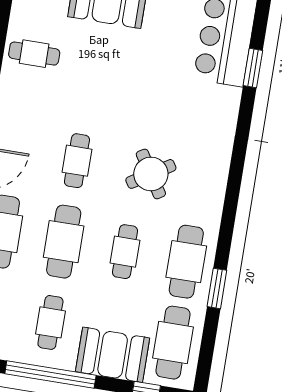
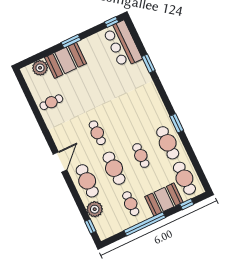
window: (253, 68) -> (148, 63), moved
round table: (151, 174) -> (130, 118), removed
window: (217, 288) -> (177, 123), moved

